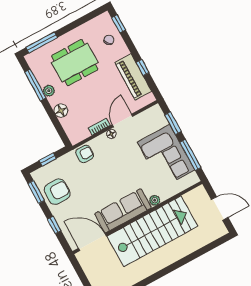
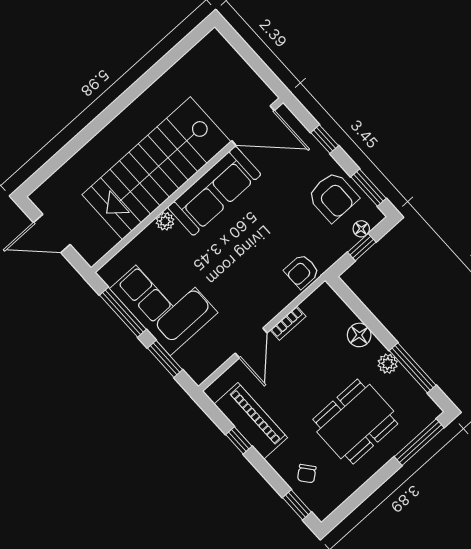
floor lamp: (111, 134) -> (361, 229), moved
armchair: (57, 192) -> (333, 197), turned -90

